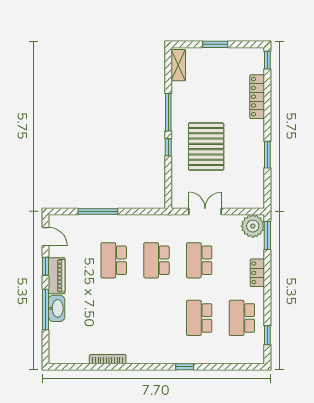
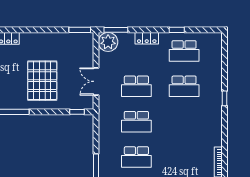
window: (168, 147) -> (77, 112), moved
pallet: (206, 147) -> (42, 81), turned 90
window: (267, 155) -> (80, 30), moved
window: (267, 335) -> (177, 30), moved

